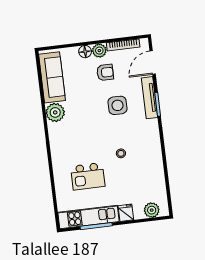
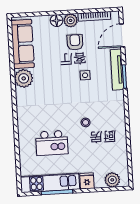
armchair: (105, 72) -> (75, 42), turned -90
side table: (117, 105) -> (85, 75), width x0.54, depth x0.54

